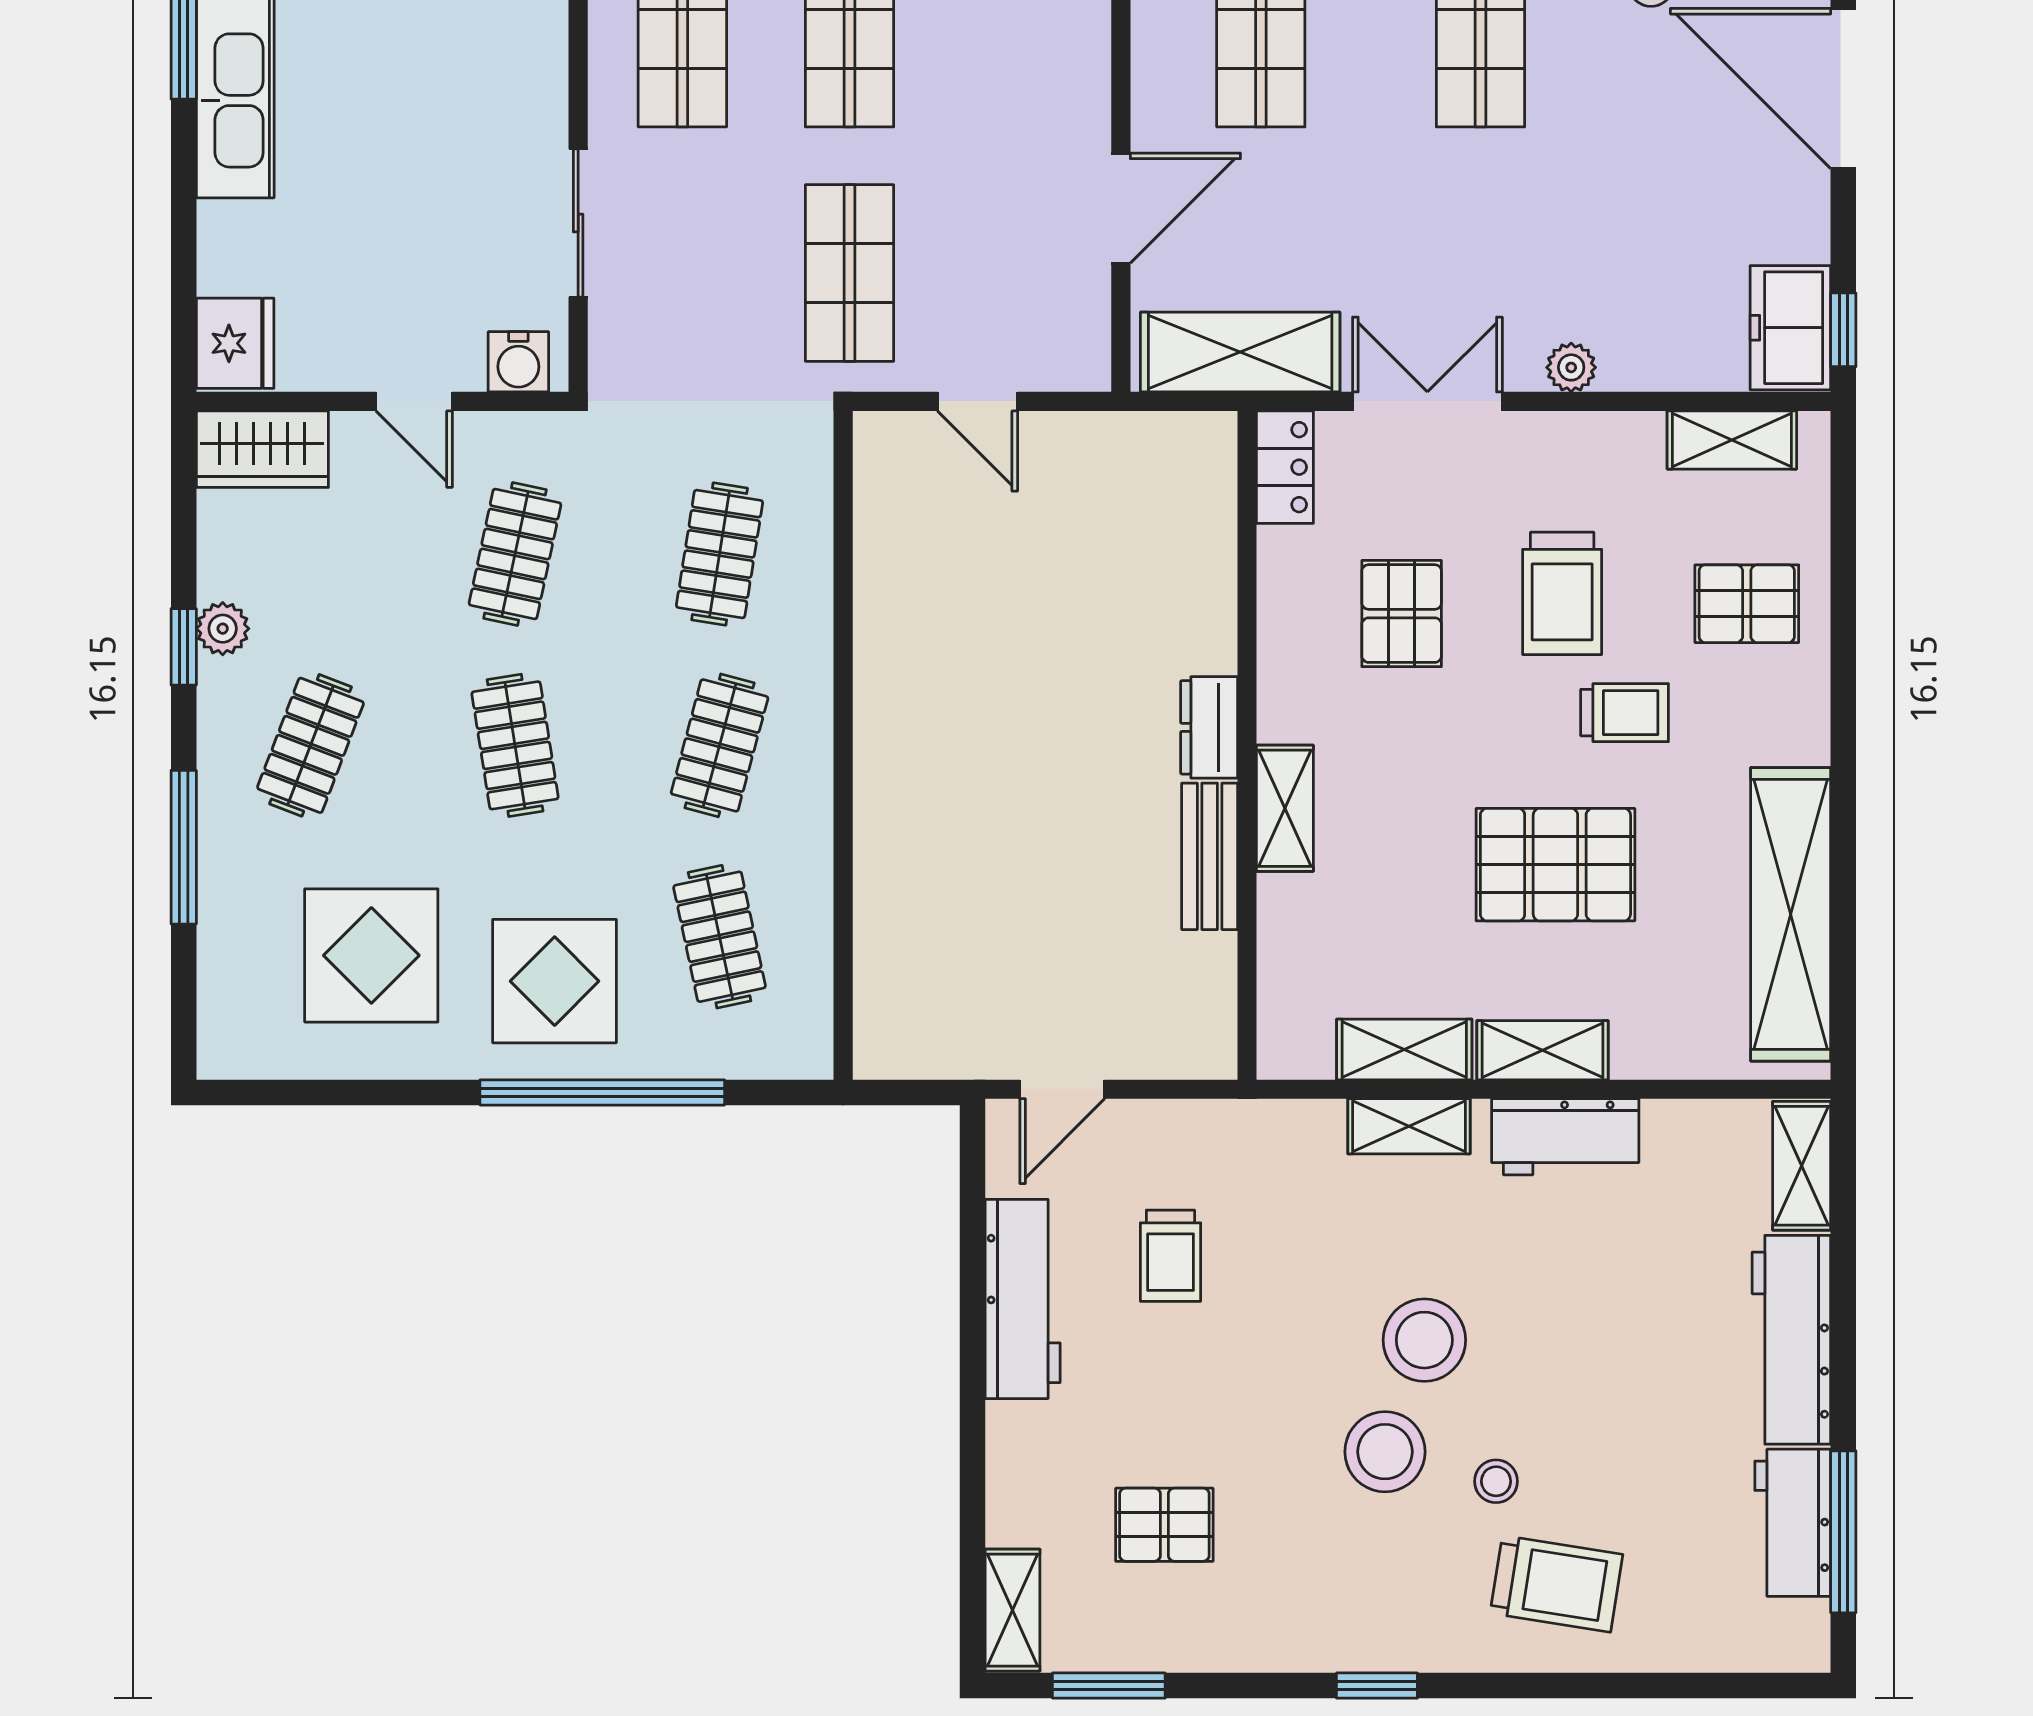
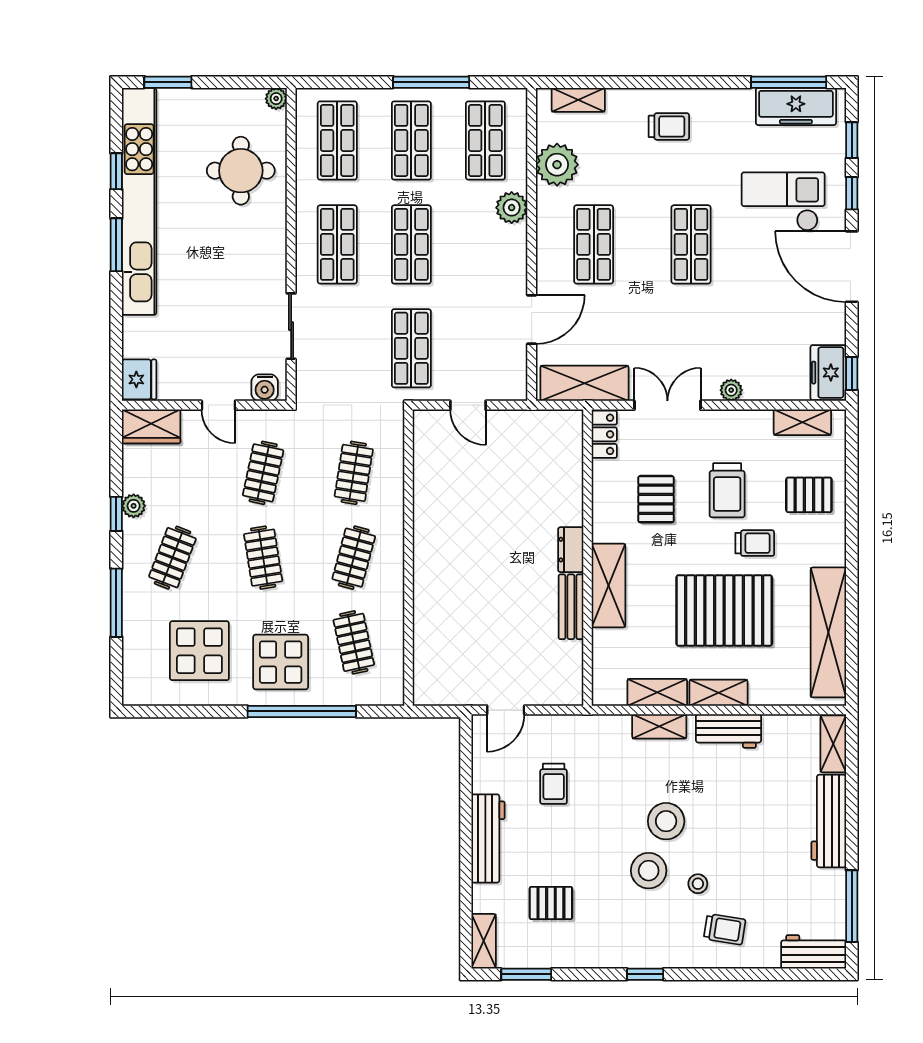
shelving: (1285, 808) -> (608, 585), width x1.50, depth x1.33
pallet: (1555, 865) -> (724, 610), width x1.37, depth x1.41
workbench: (1023, 1299) -> (488, 838), moved
workbench: (1793, 1523) -> (814, 952), moved, turned 90
trolley: (1556, 1584) -> (725, 929), width x0.73, depth x0.72

